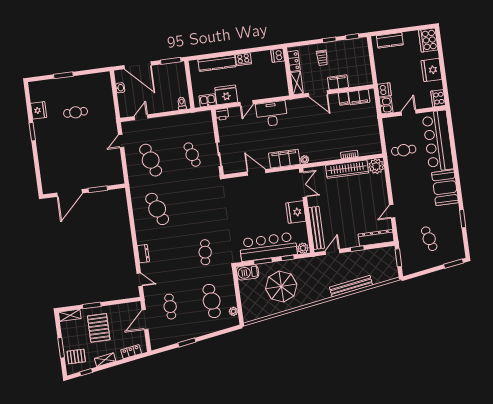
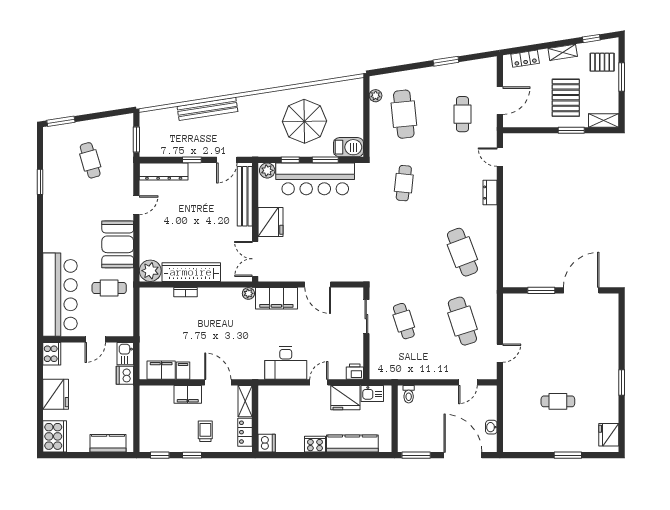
fridge: (39, 110) -> (609, 435), moved
booth: (445, 188) -> (118, 244), moved

